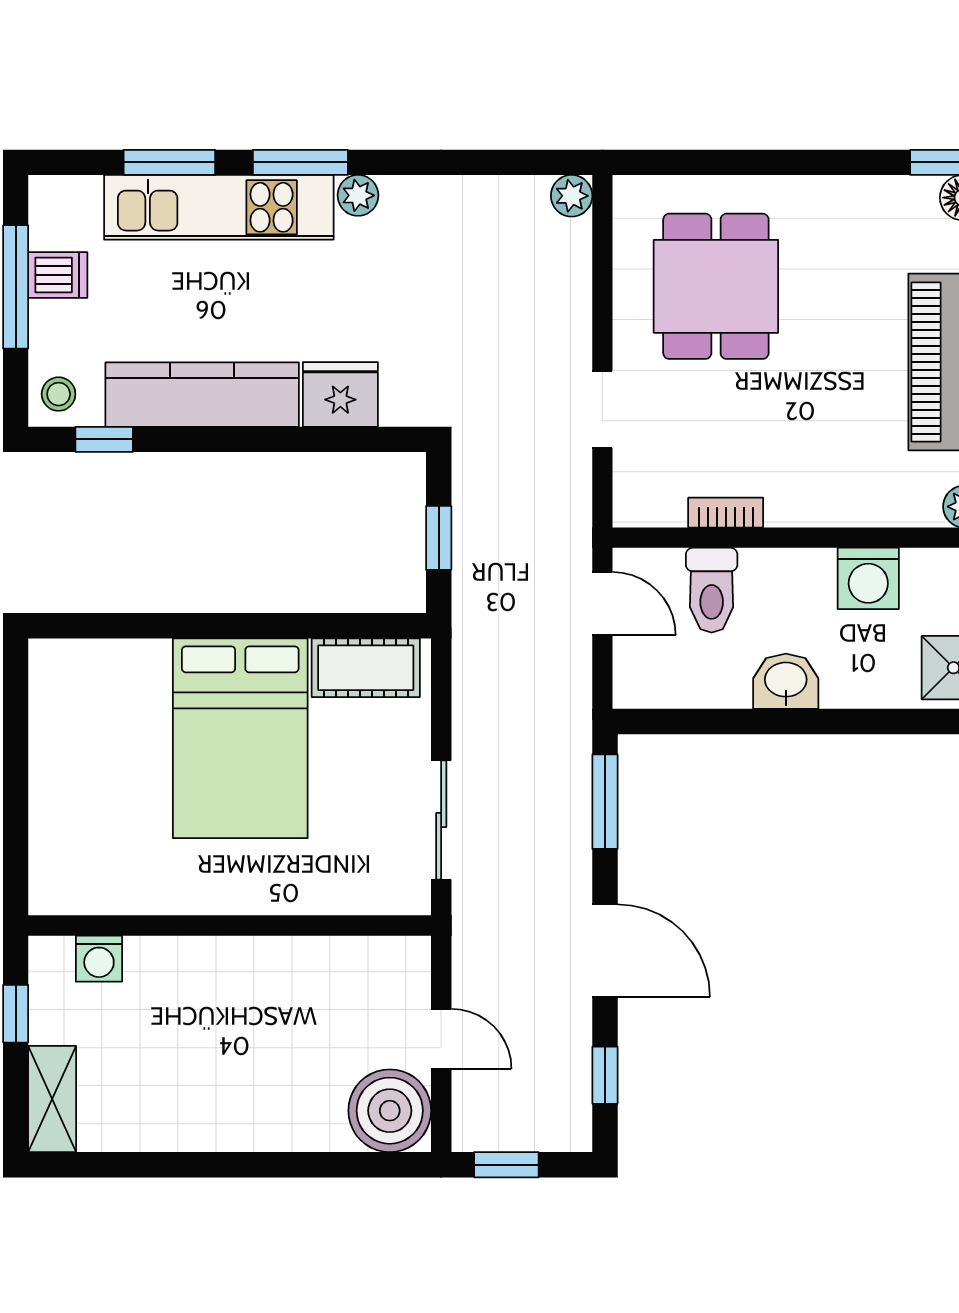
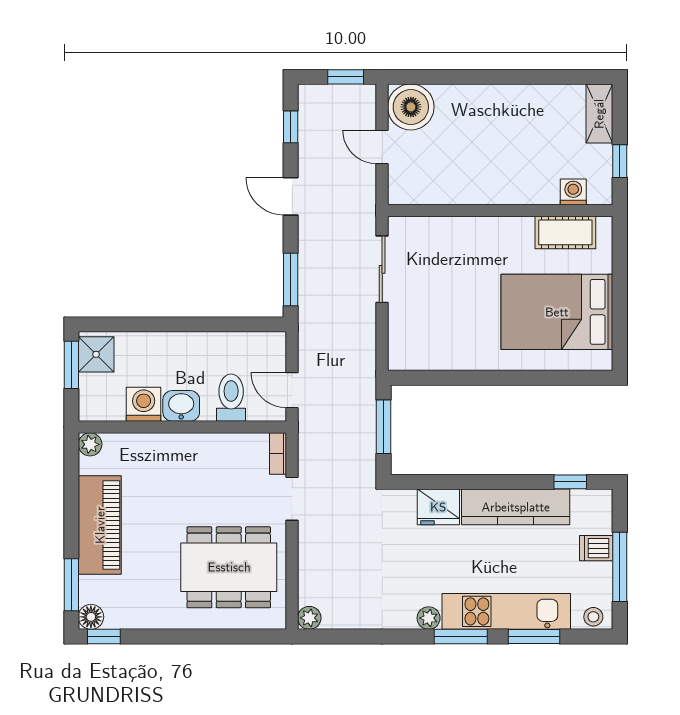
dishwasher: (58, 275) -> (596, 548), moved
dining table: (716, 286) -> (229, 567), width x1.37
stool: (59, 394) -> (593, 617), moved
bookcase: (726, 513) -> (278, 454), moved, turned 90
window: (439, 538) -> (383, 427), width x1.50
cot: (366, 668) -> (565, 232), moved
washbasin: (786, 681) -> (181, 406), moved, turned 180
bed: (240, 738) -> (557, 312), moved, turned -90
door: (605, 951) -> (291, 196), width x0.73

